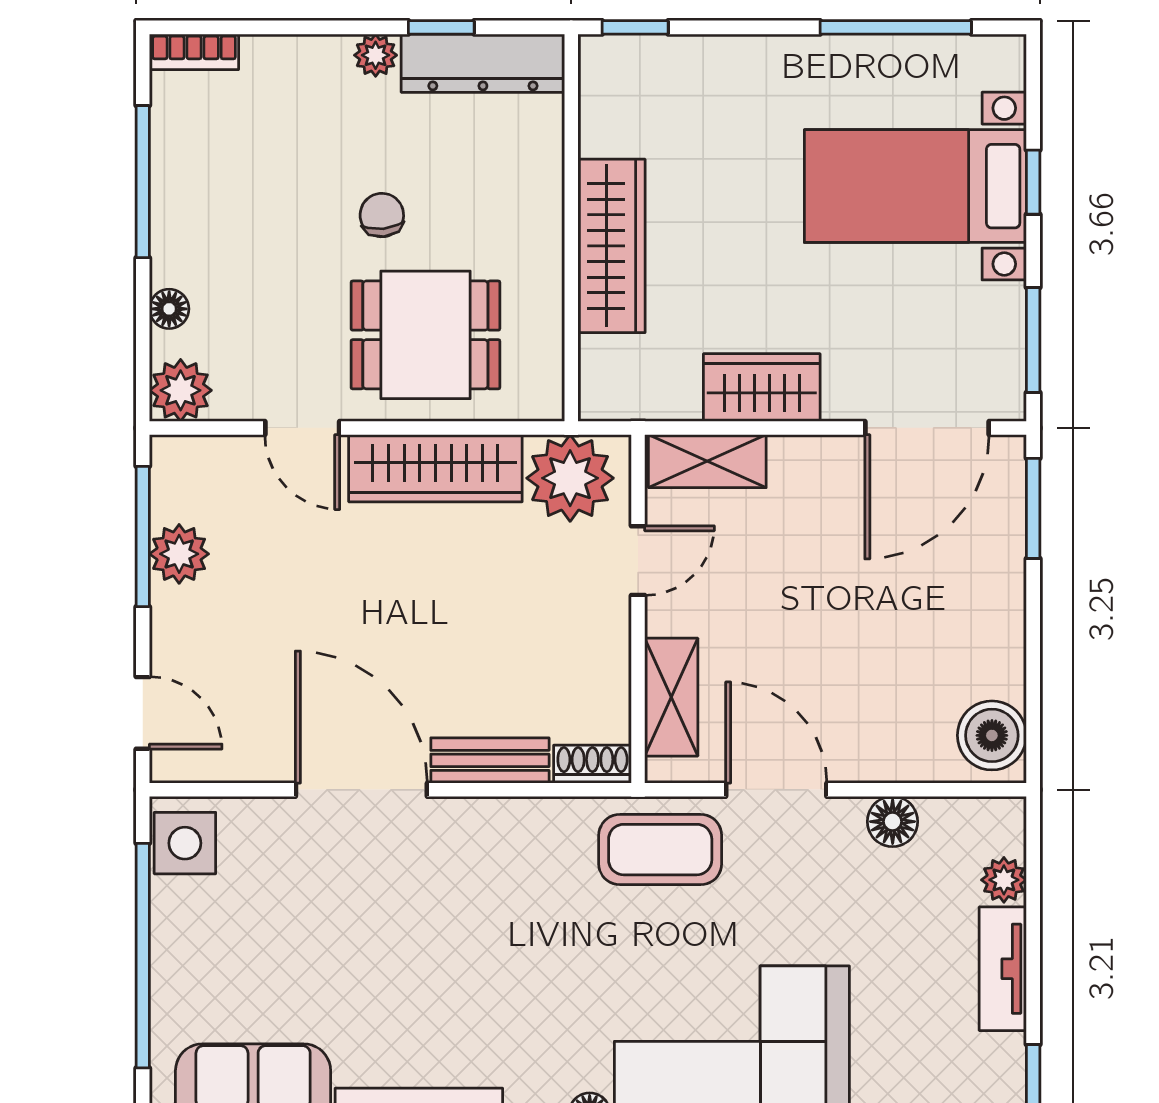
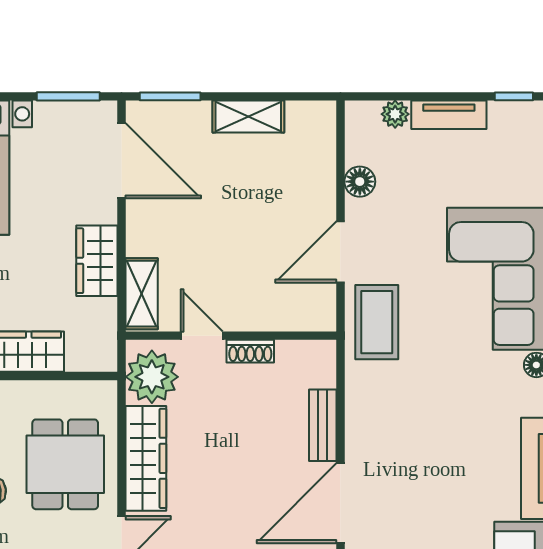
shelving: (671, 697) -> (248, 117), moved
boiler: (992, 735) -> (308, 121), removed
shoe rack: (592, 764) -> (250, 351), moved, turned -90

